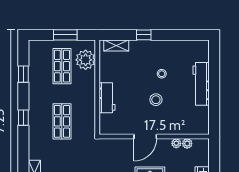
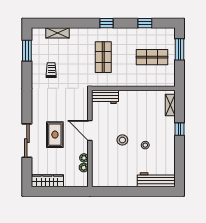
window: (65, 35) -> (180, 49), moved
plant: (86, 60) -> (158, 78), removed
workbench: (201, 84) -> (156, 180), moved
workbench: (107, 98) -> (105, 97), moved
shop shelf: (62, 121) -> (103, 57), turned 90

